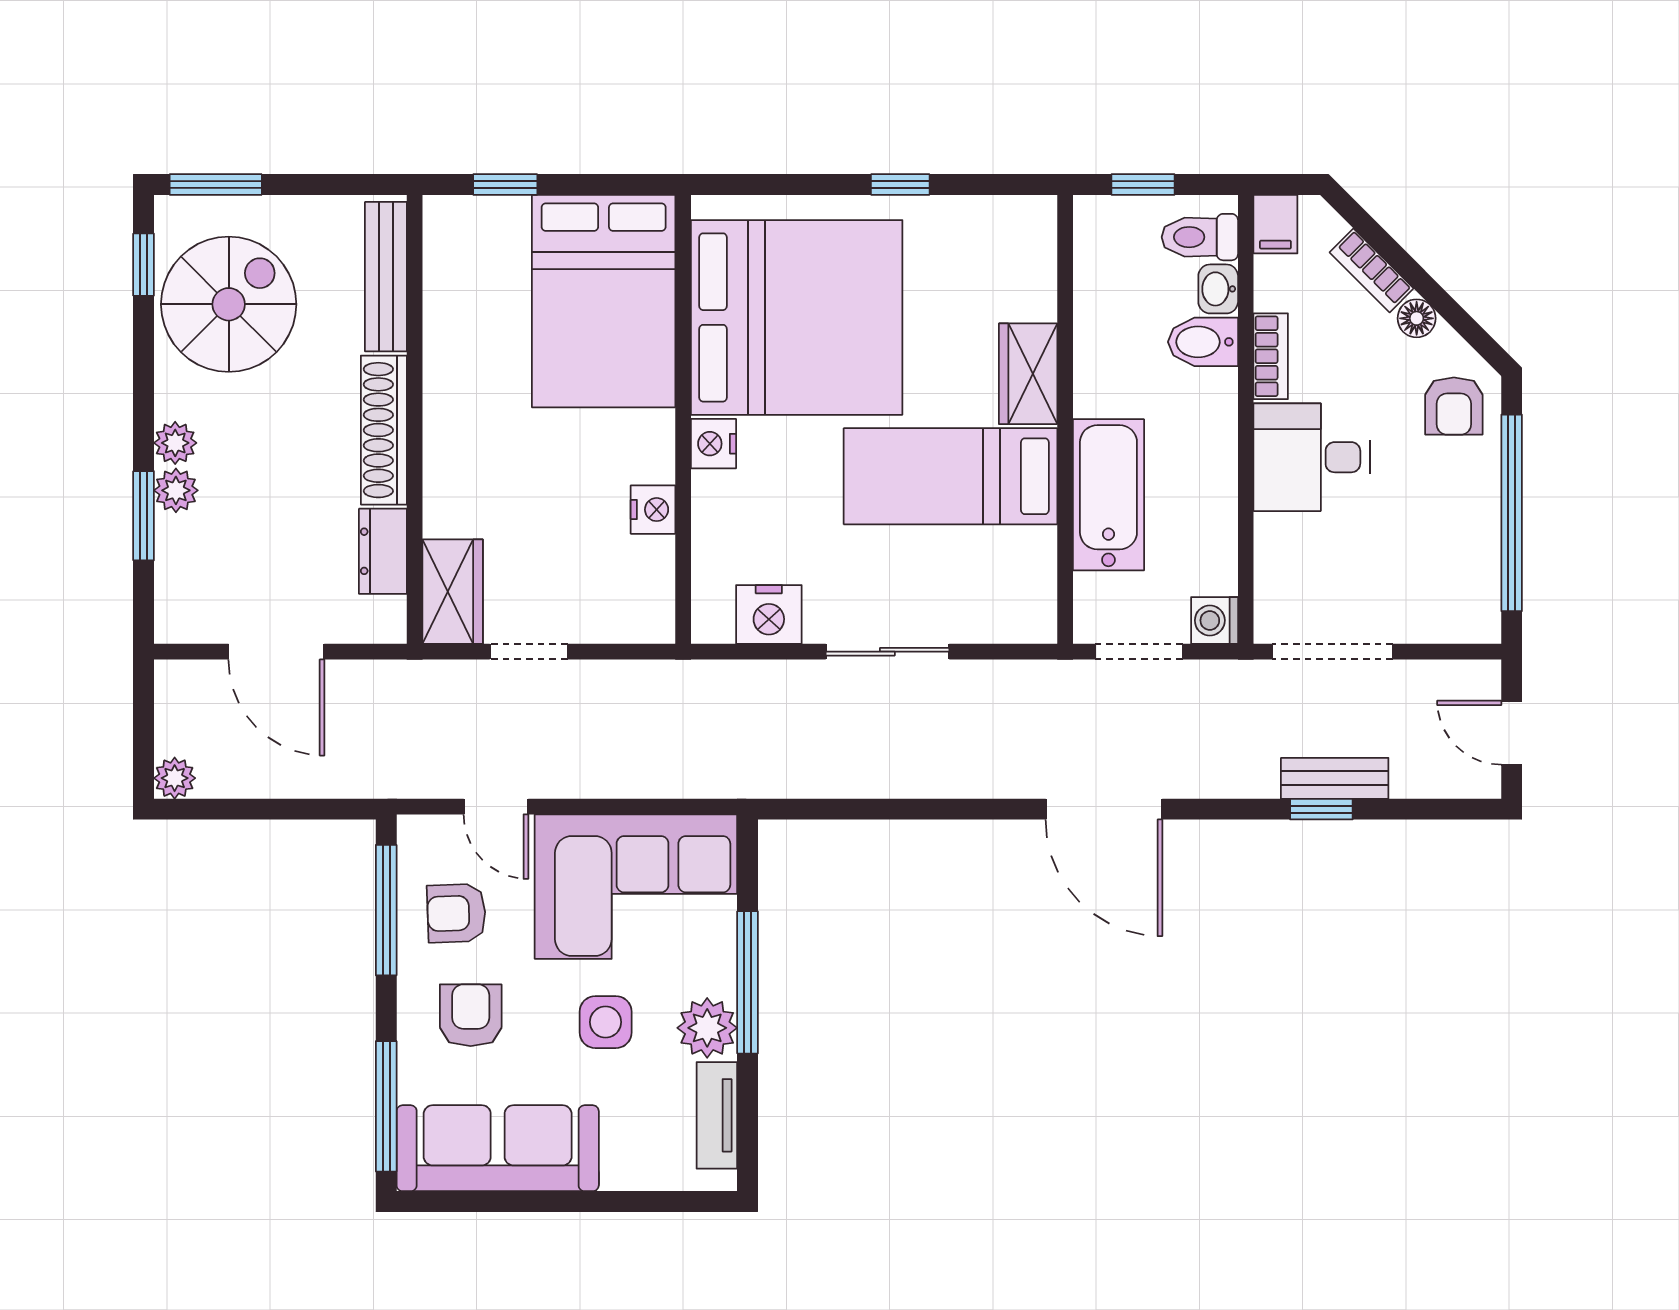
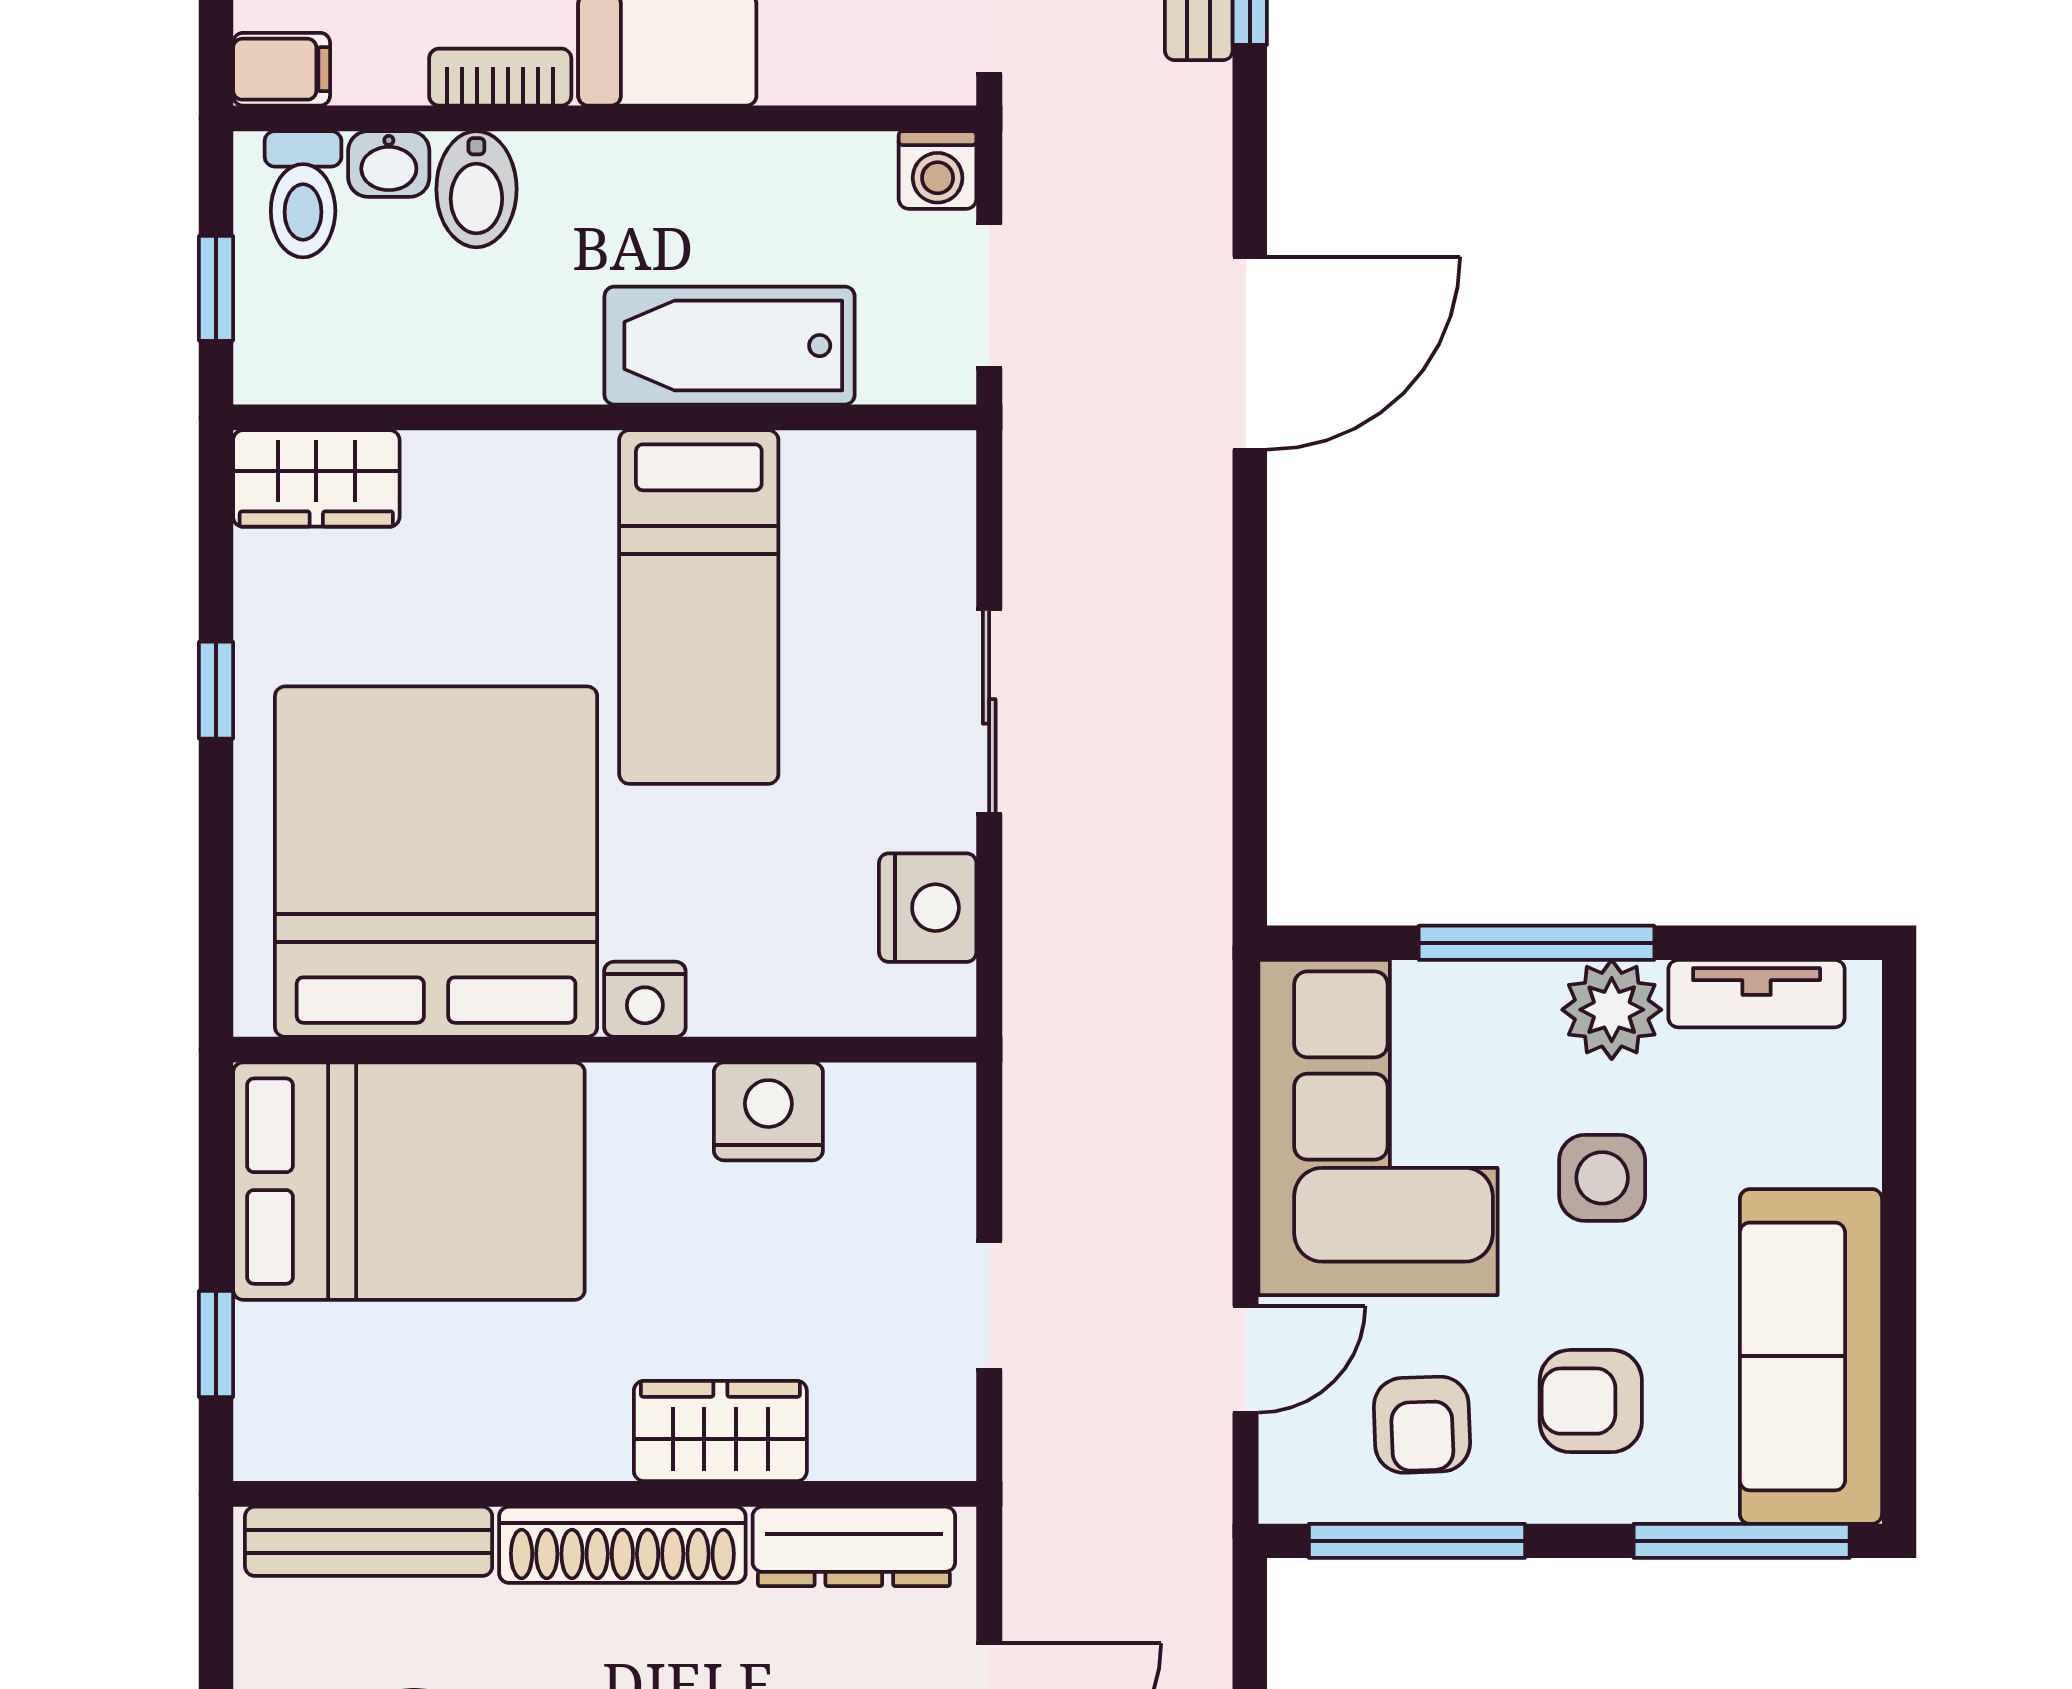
wardrobe: (1028, 374) -> (316, 478), moved
nightstand: (653, 510) -> (768, 1111), width x1.36, depth x1.33
dresser: (383, 551) -> (854, 1546), width x1.44
wardrobe: (453, 592) -> (720, 1431), moved

